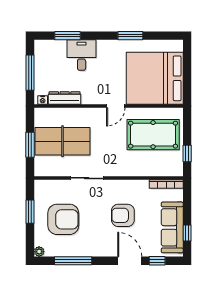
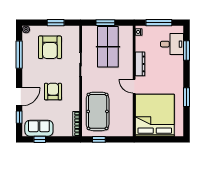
desk: (82, 55) -> (172, 44), moved
dresser: (65, 98) -> (140, 64), moved
pool table: (153, 135) -> (98, 111), moved
sofa: (172, 227) -> (39, 128), width x0.73

